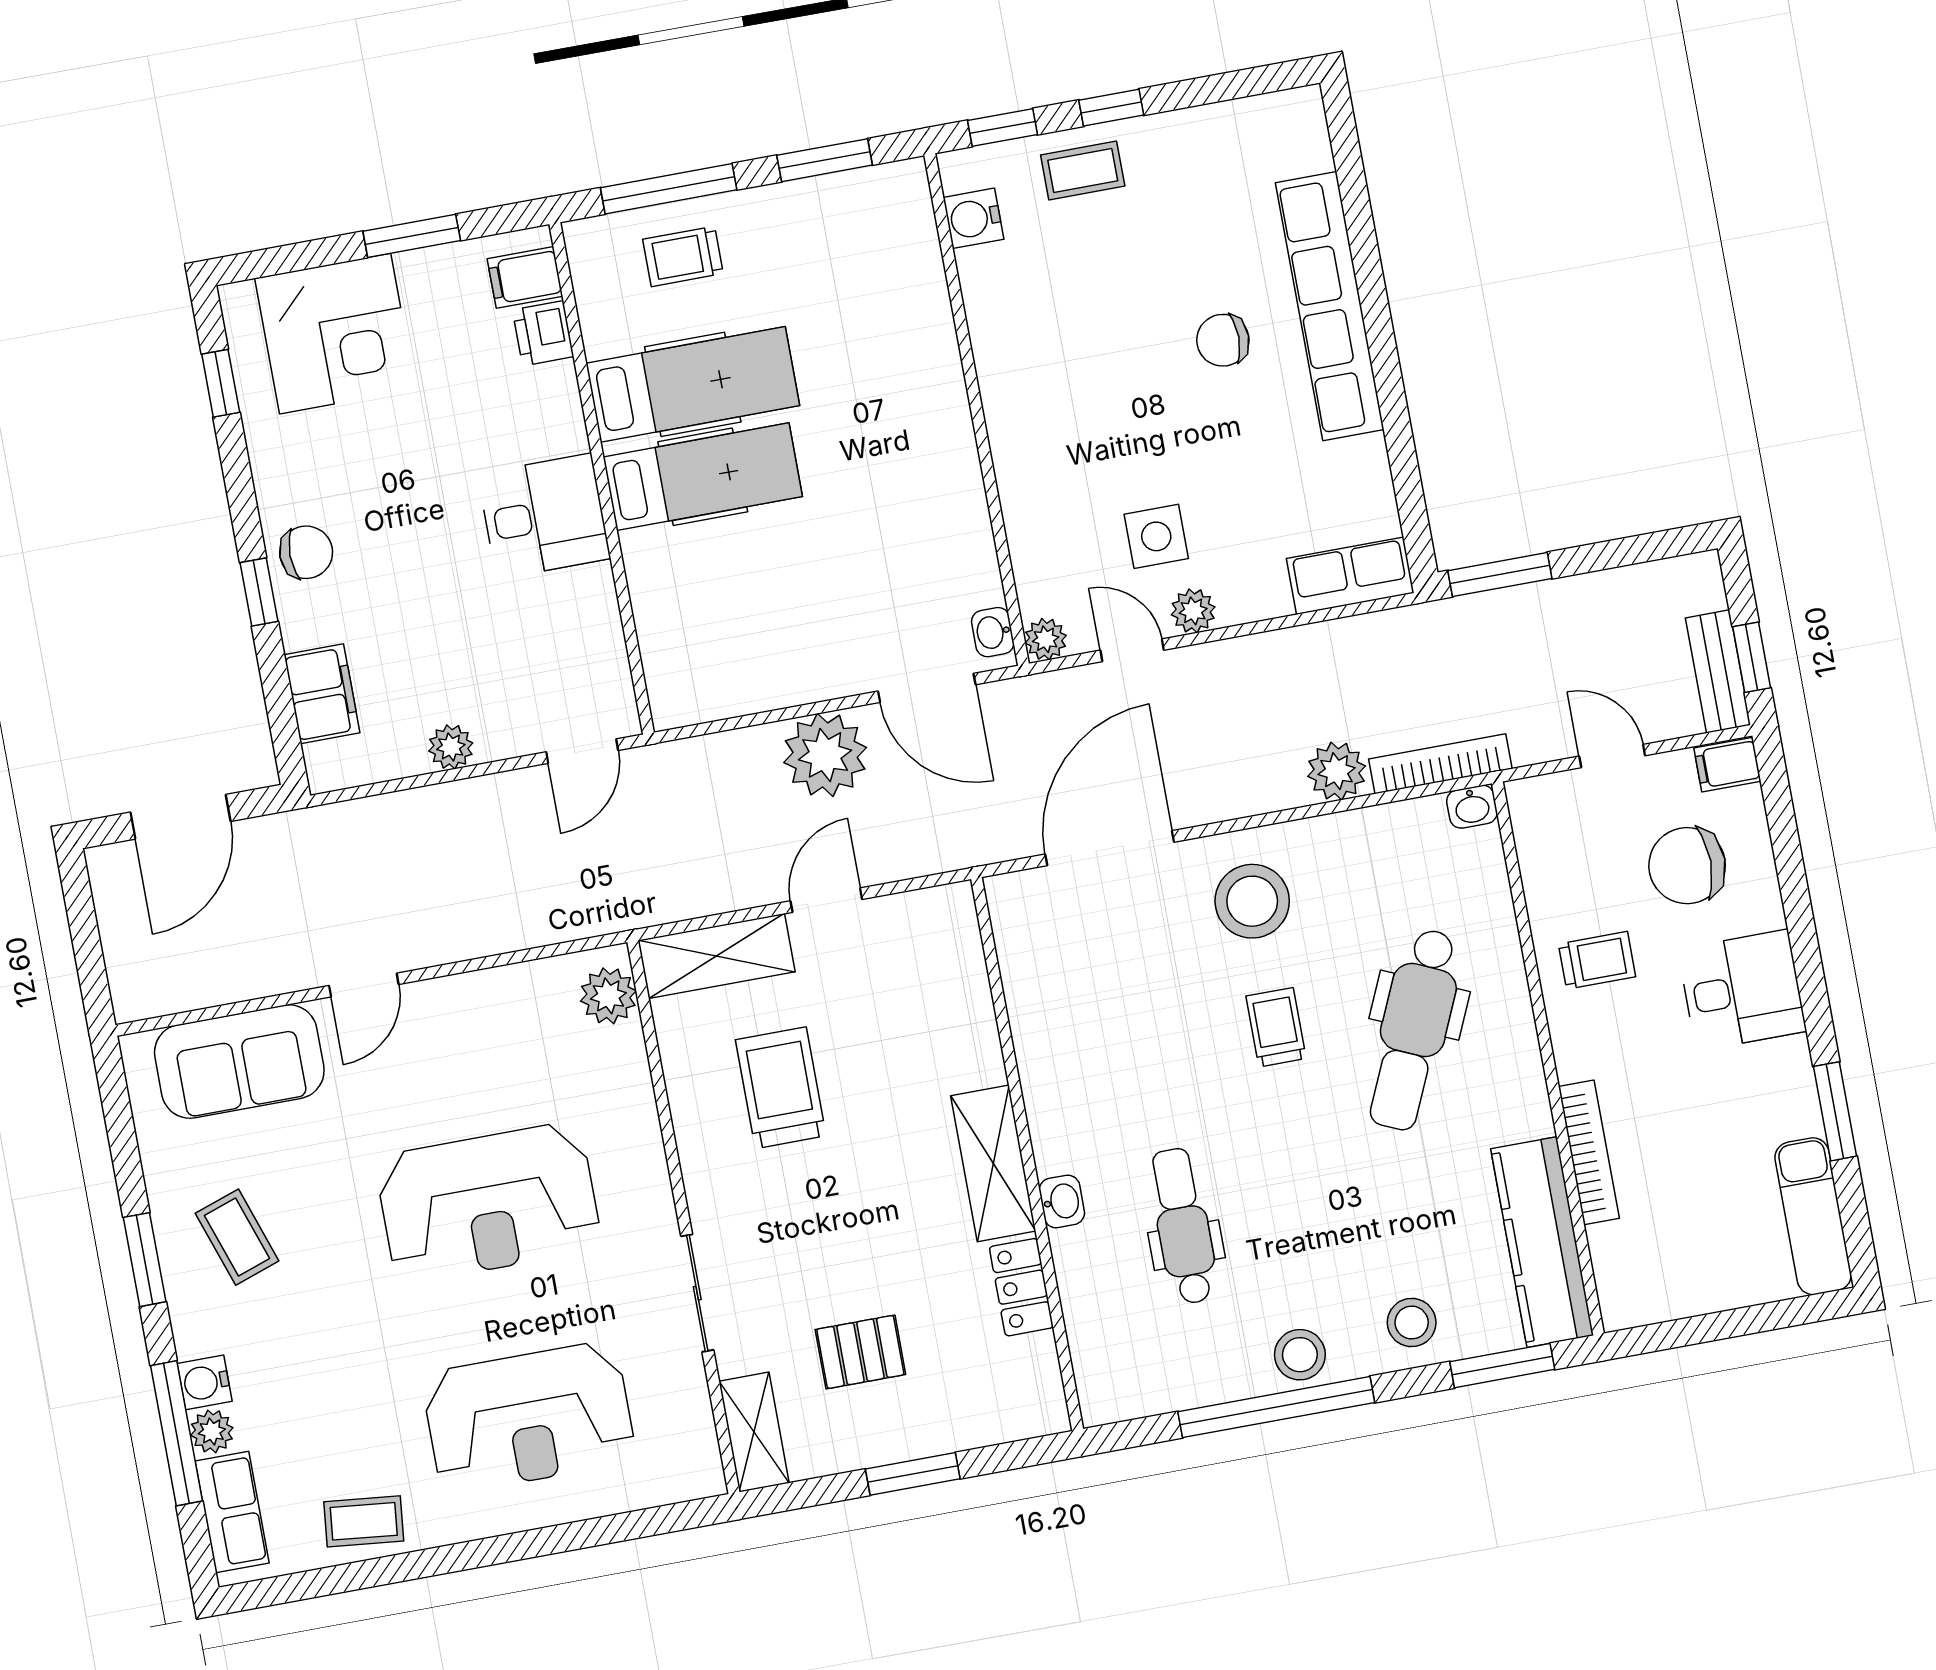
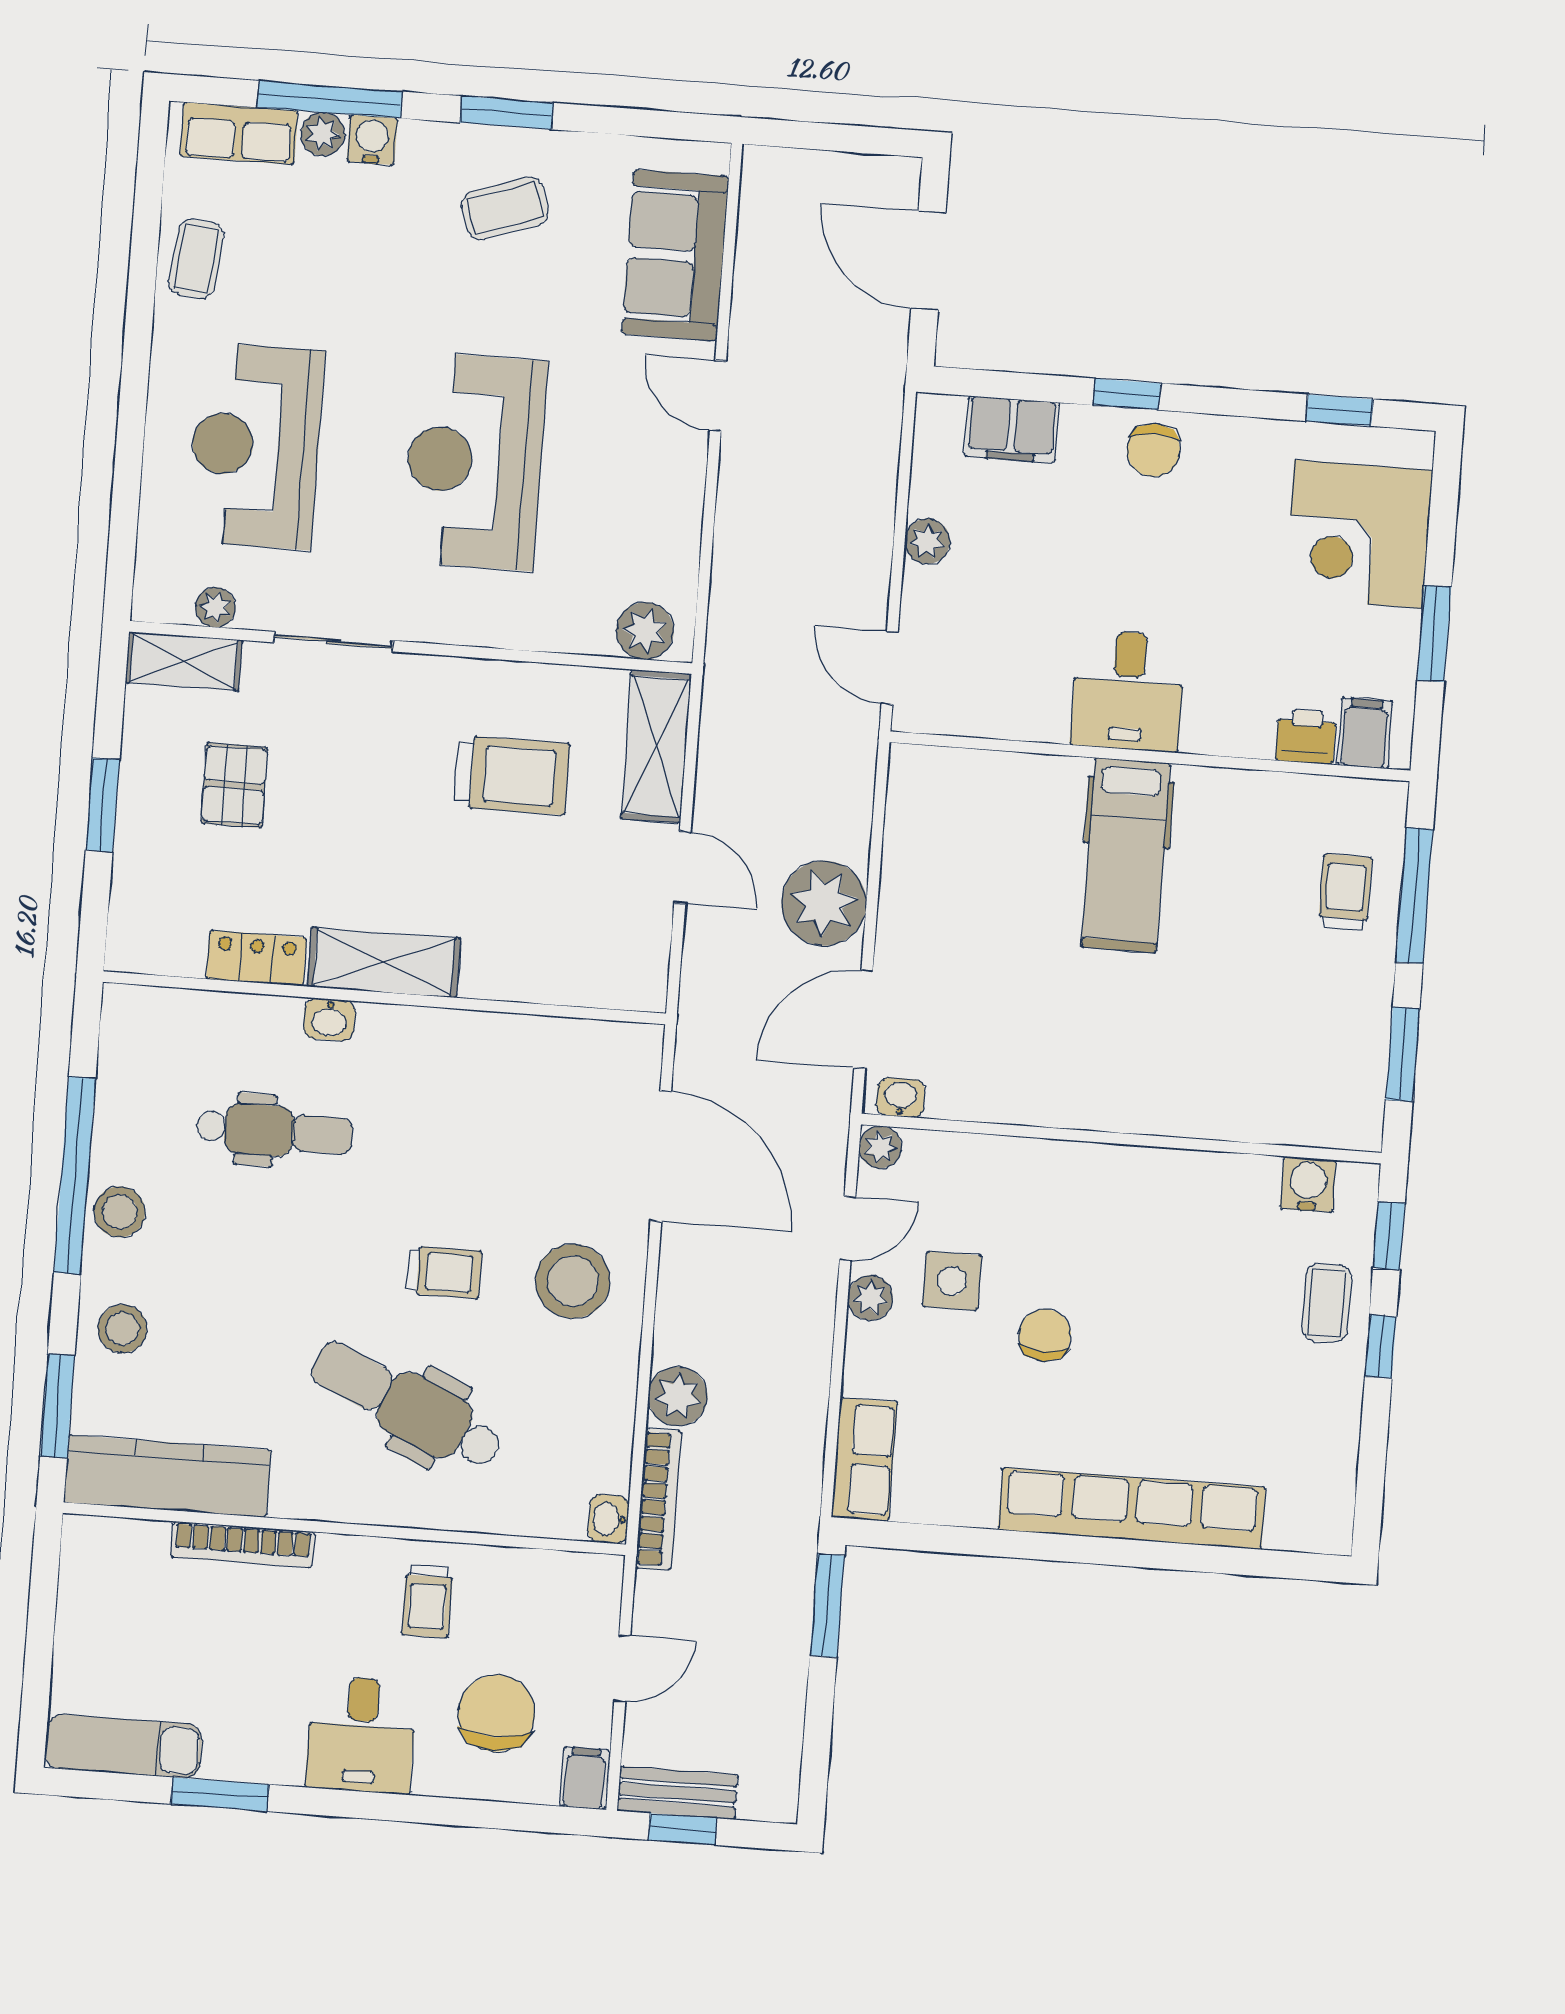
chair: (1223, 340) -> (1045, 1335), moved
hospital bed: (693, 384) -> (1218, 869), removed
plant: (694, 1415) -> (215, 607), added

